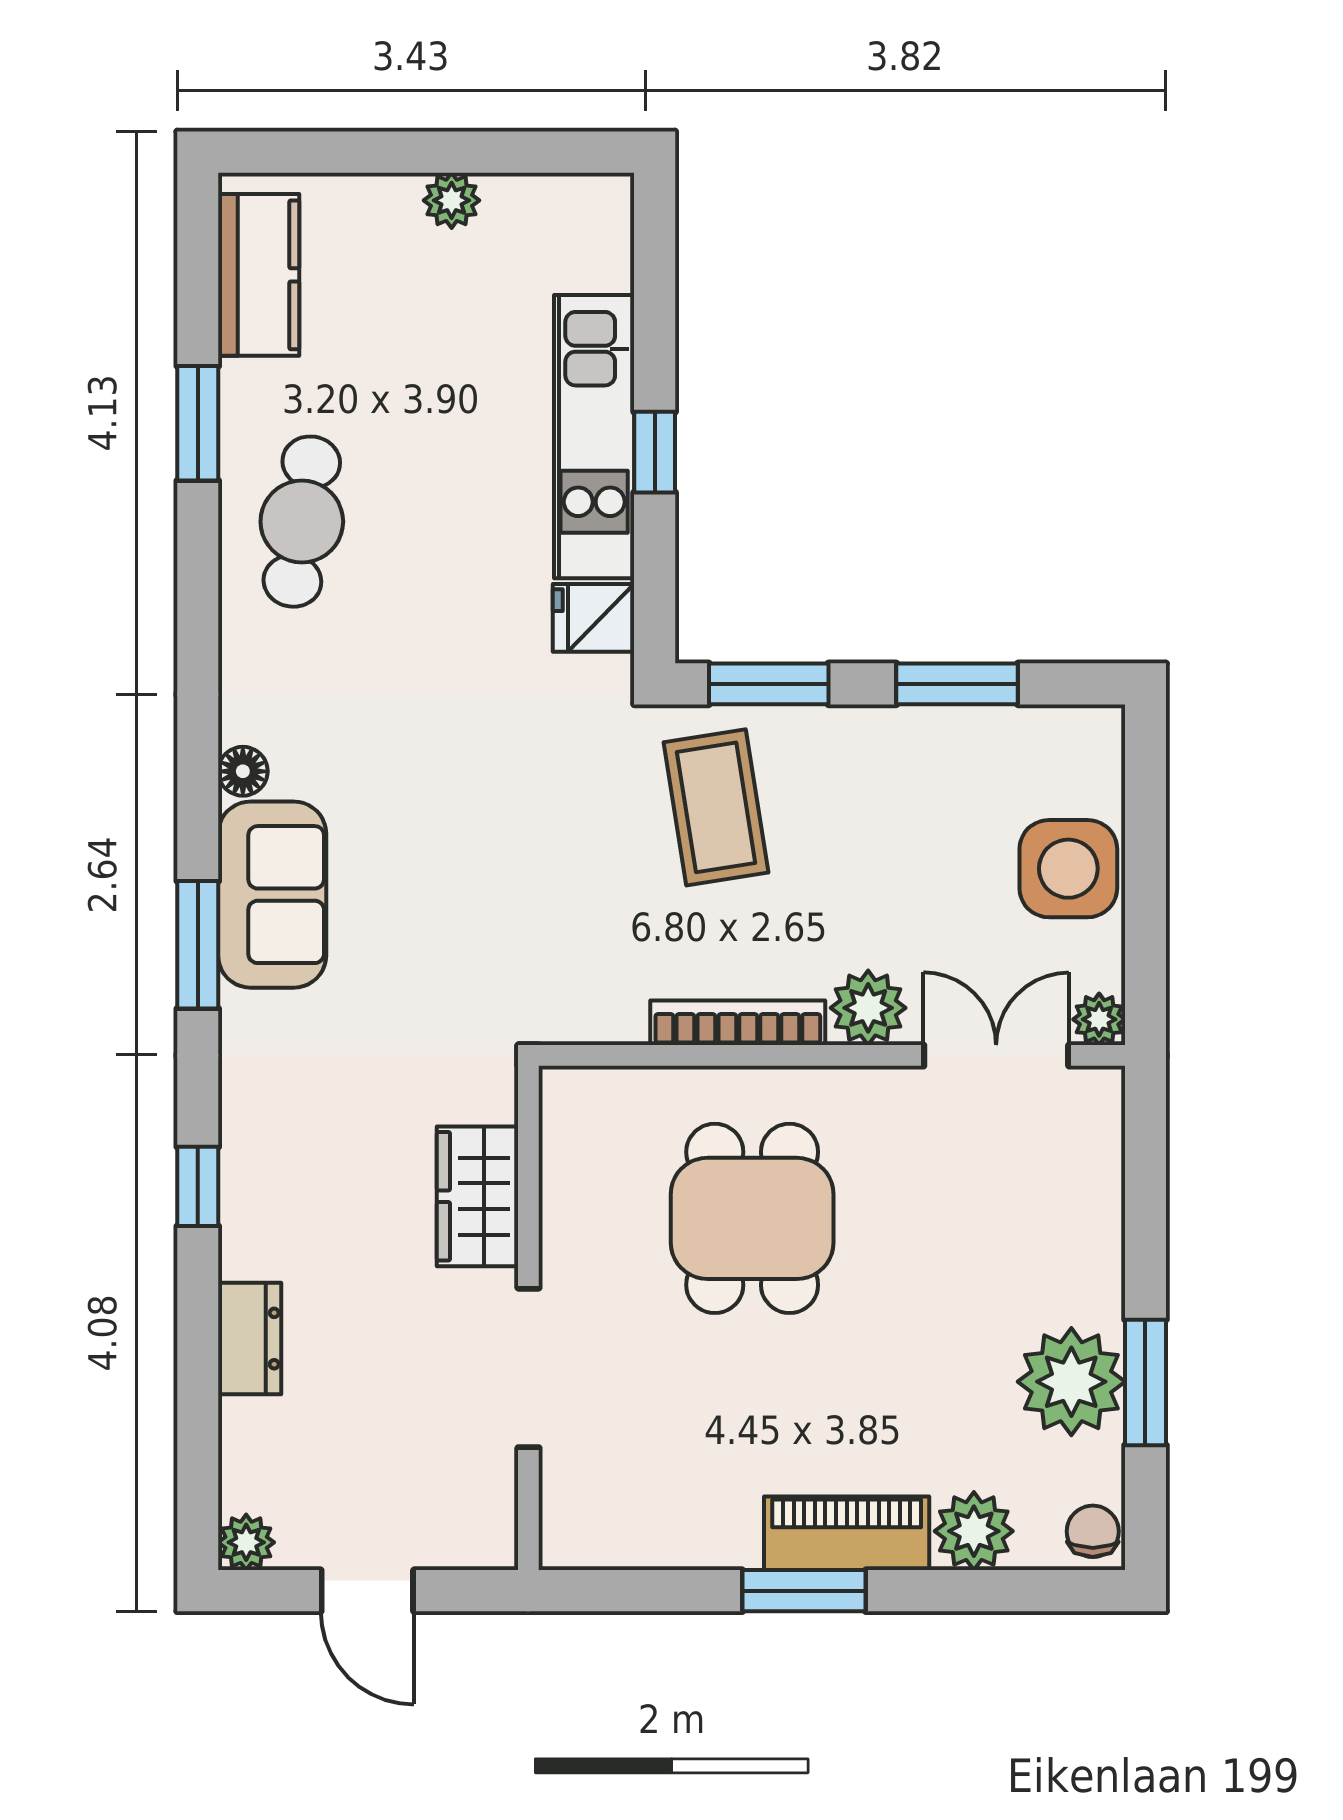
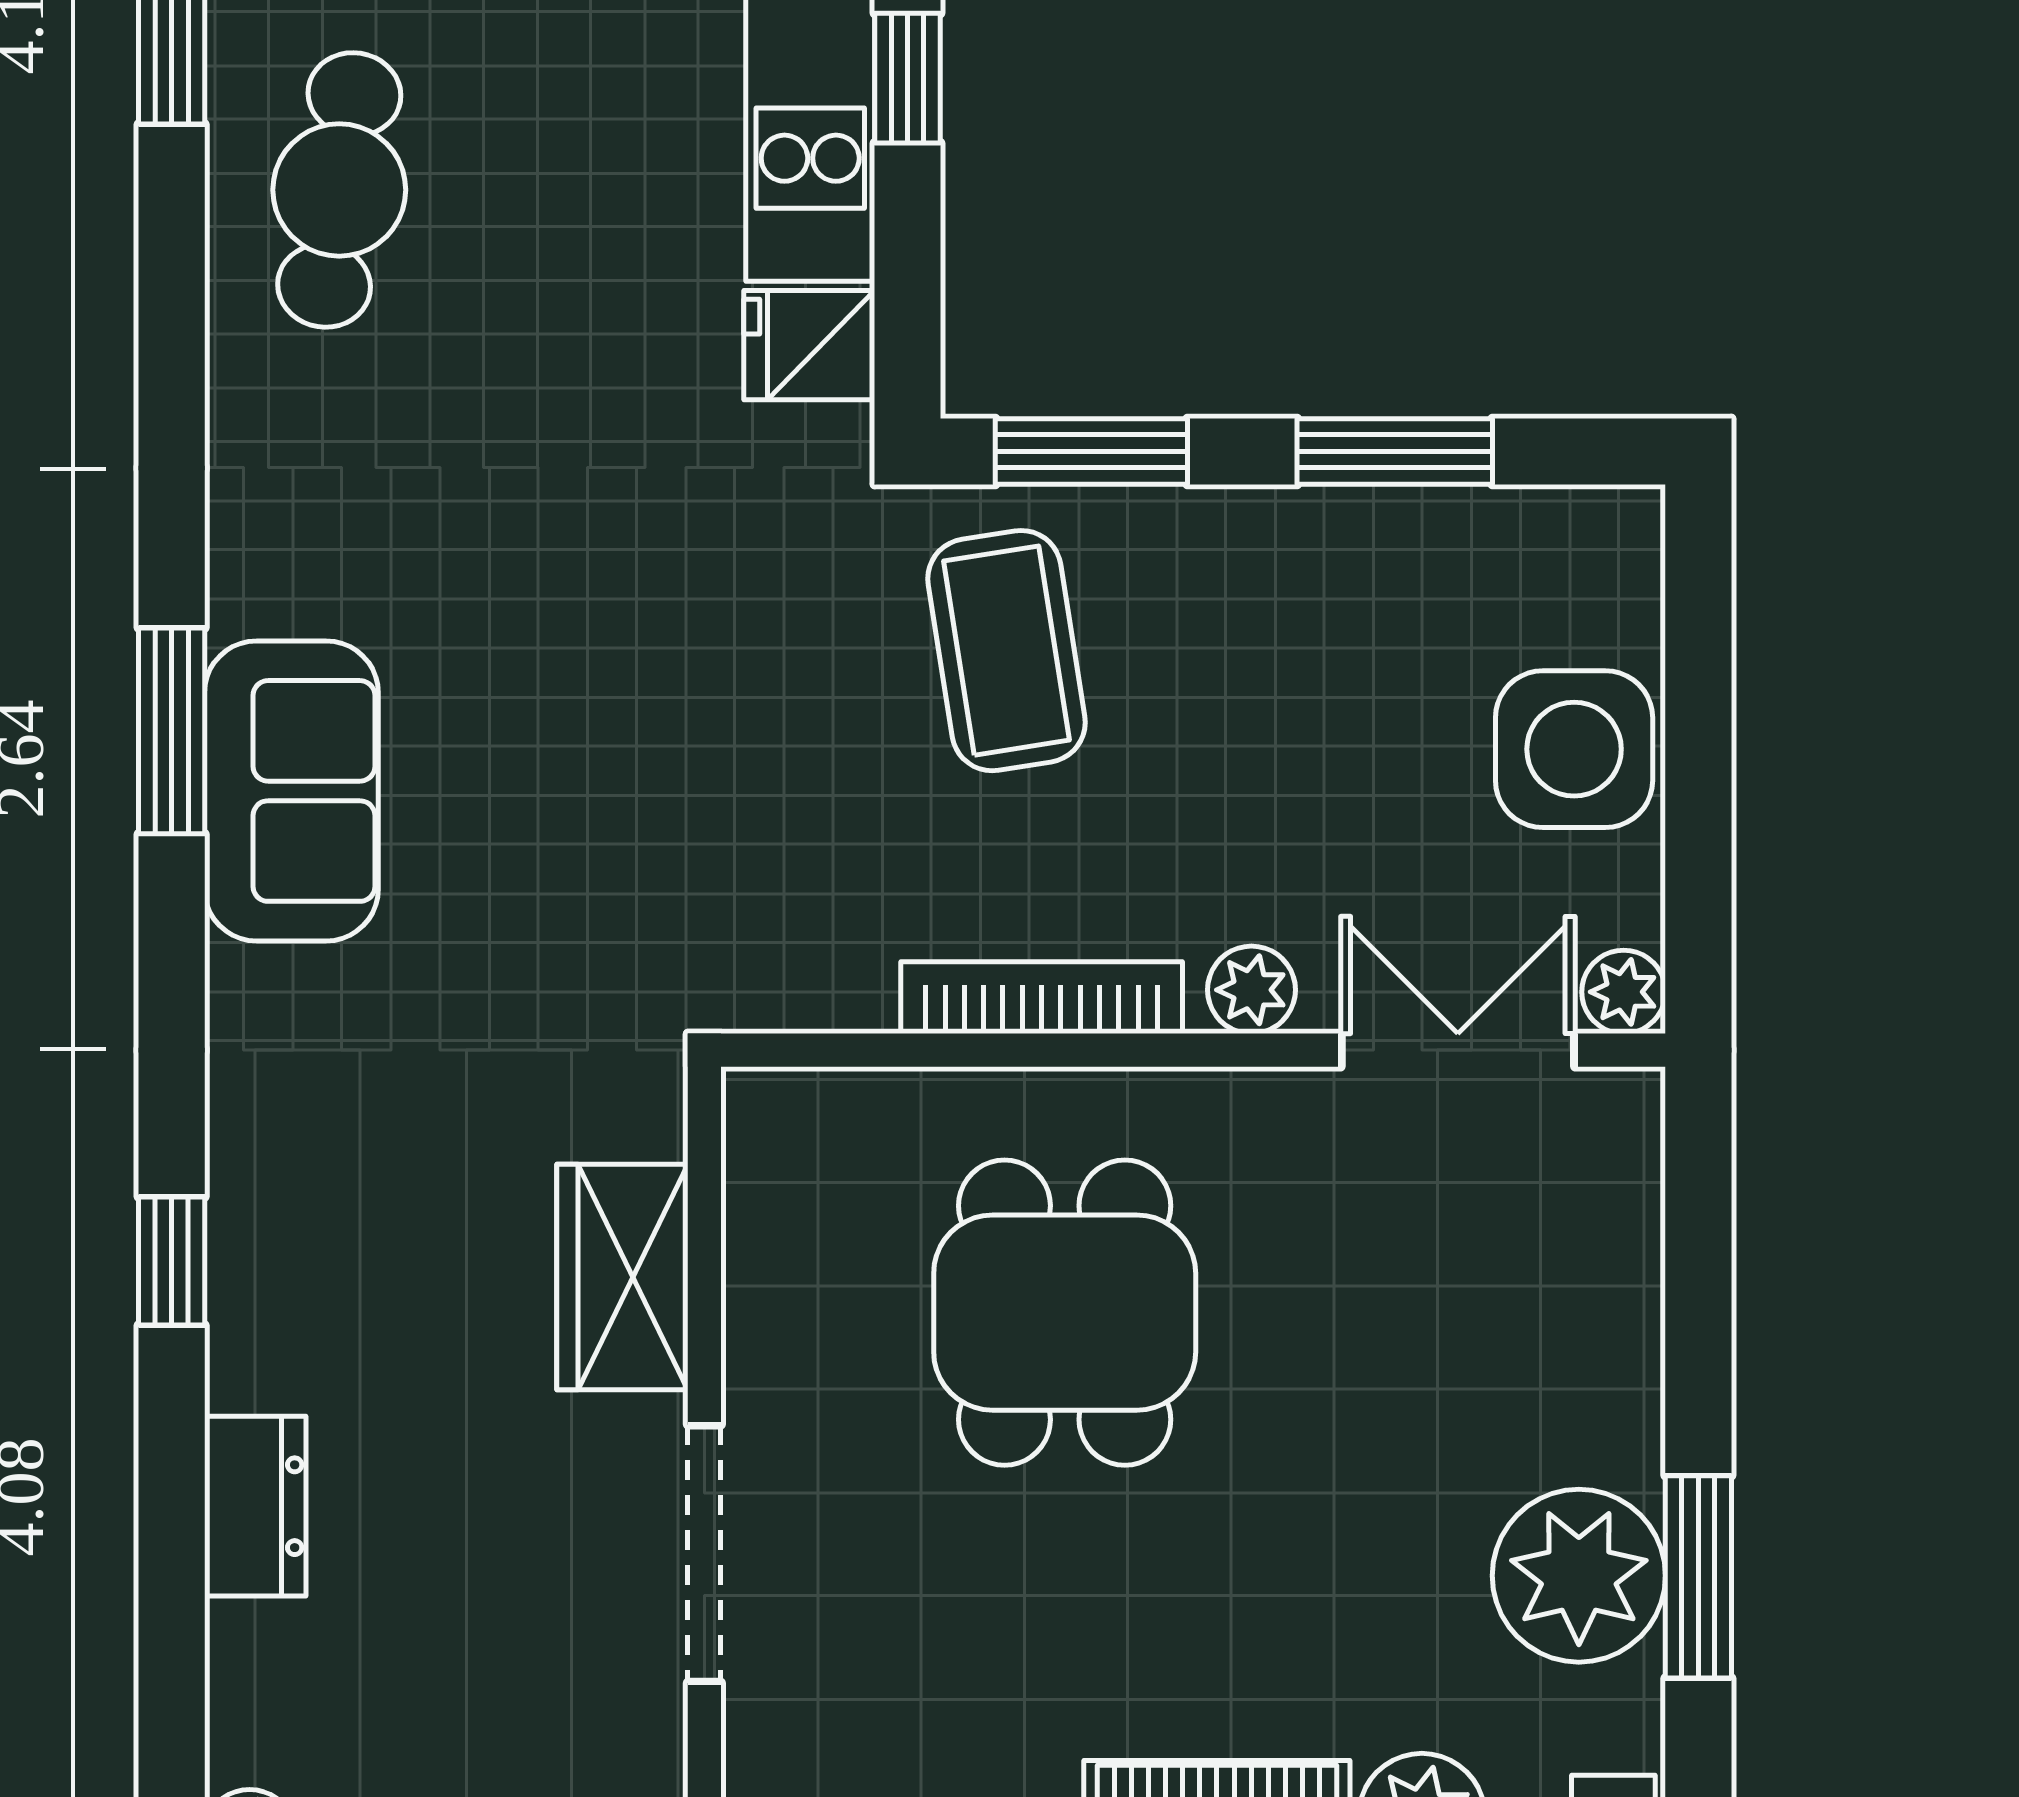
floor lamp: (243, 771) -> (244, 592), removed
window: (198, 945) -> (172, 731), moved
plant: (868, 1008) -> (1251, 990), width x0.73, depth x0.73

